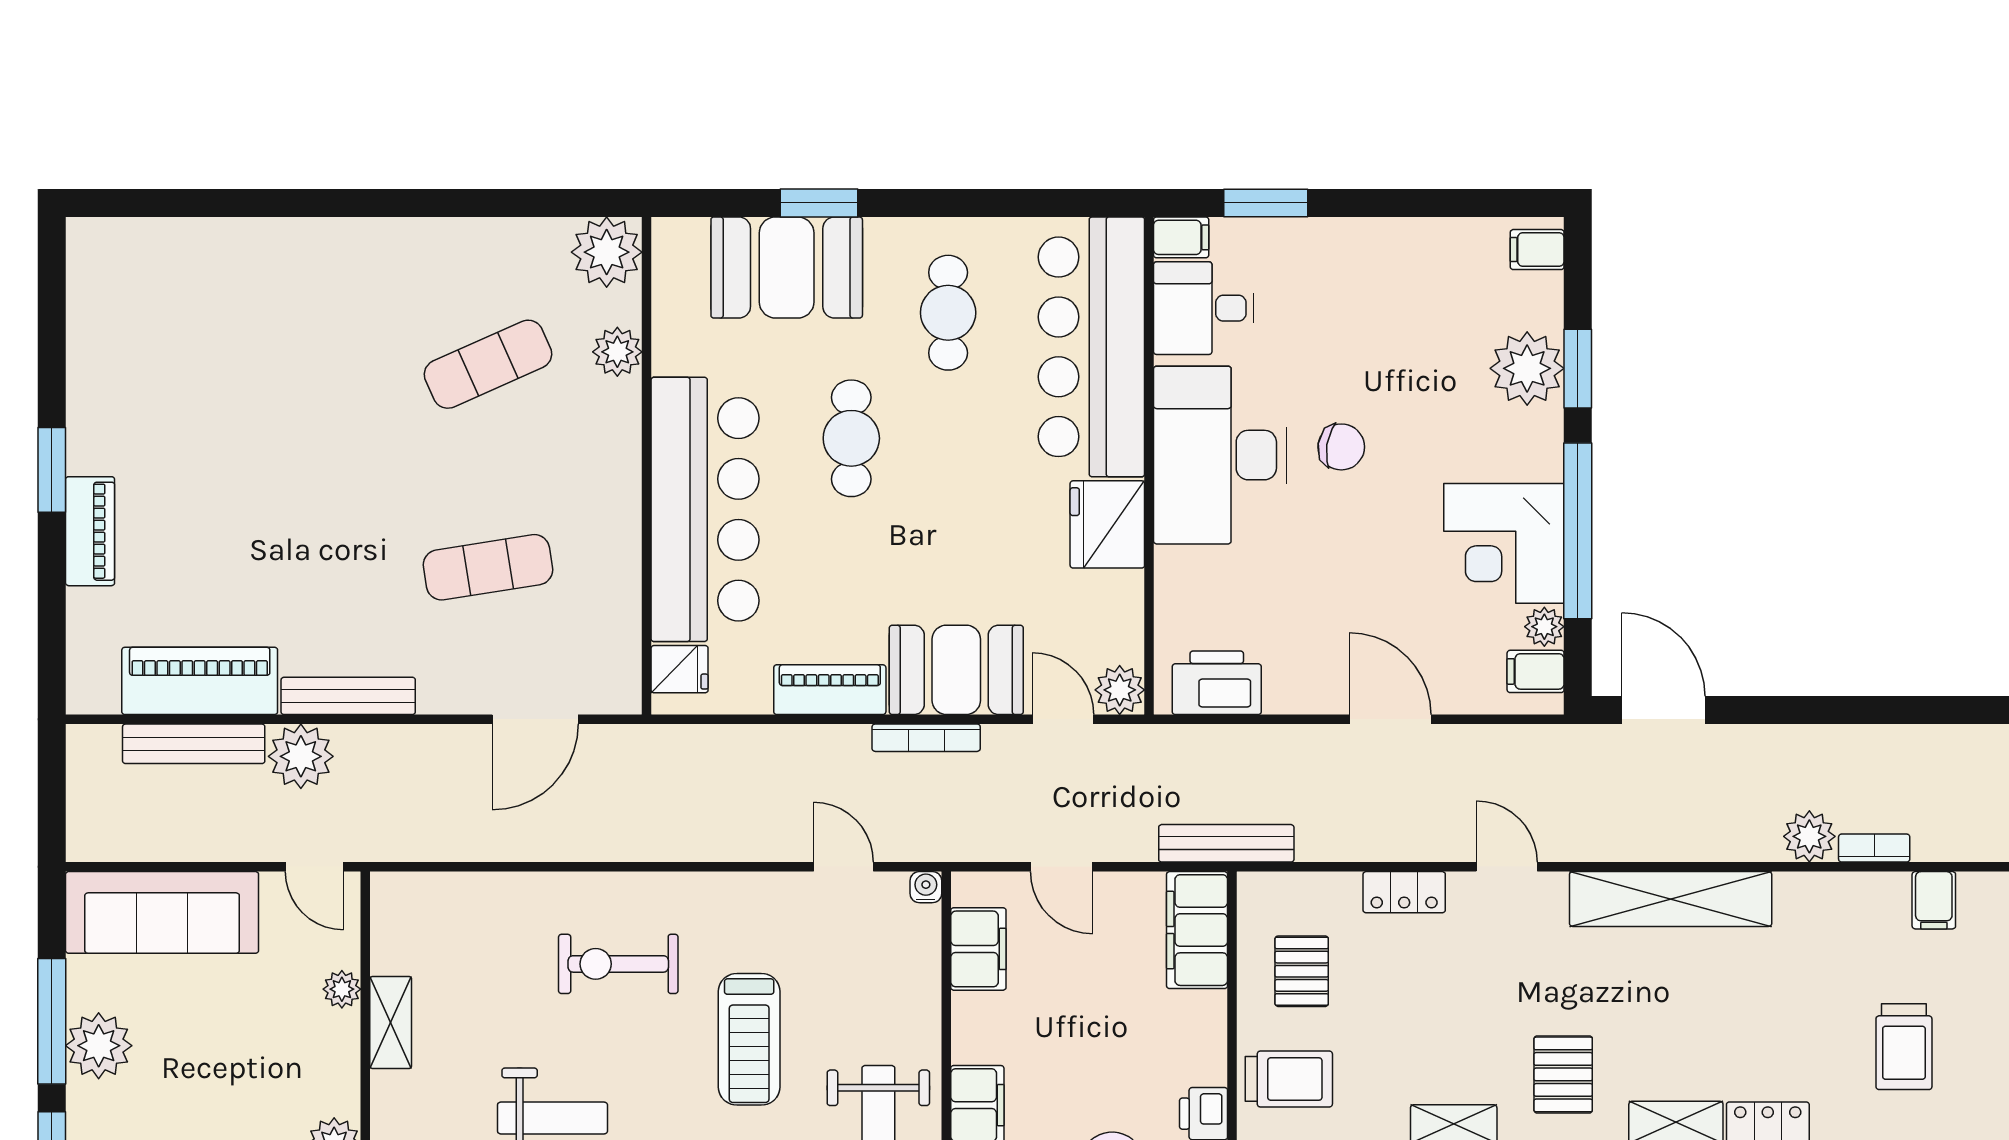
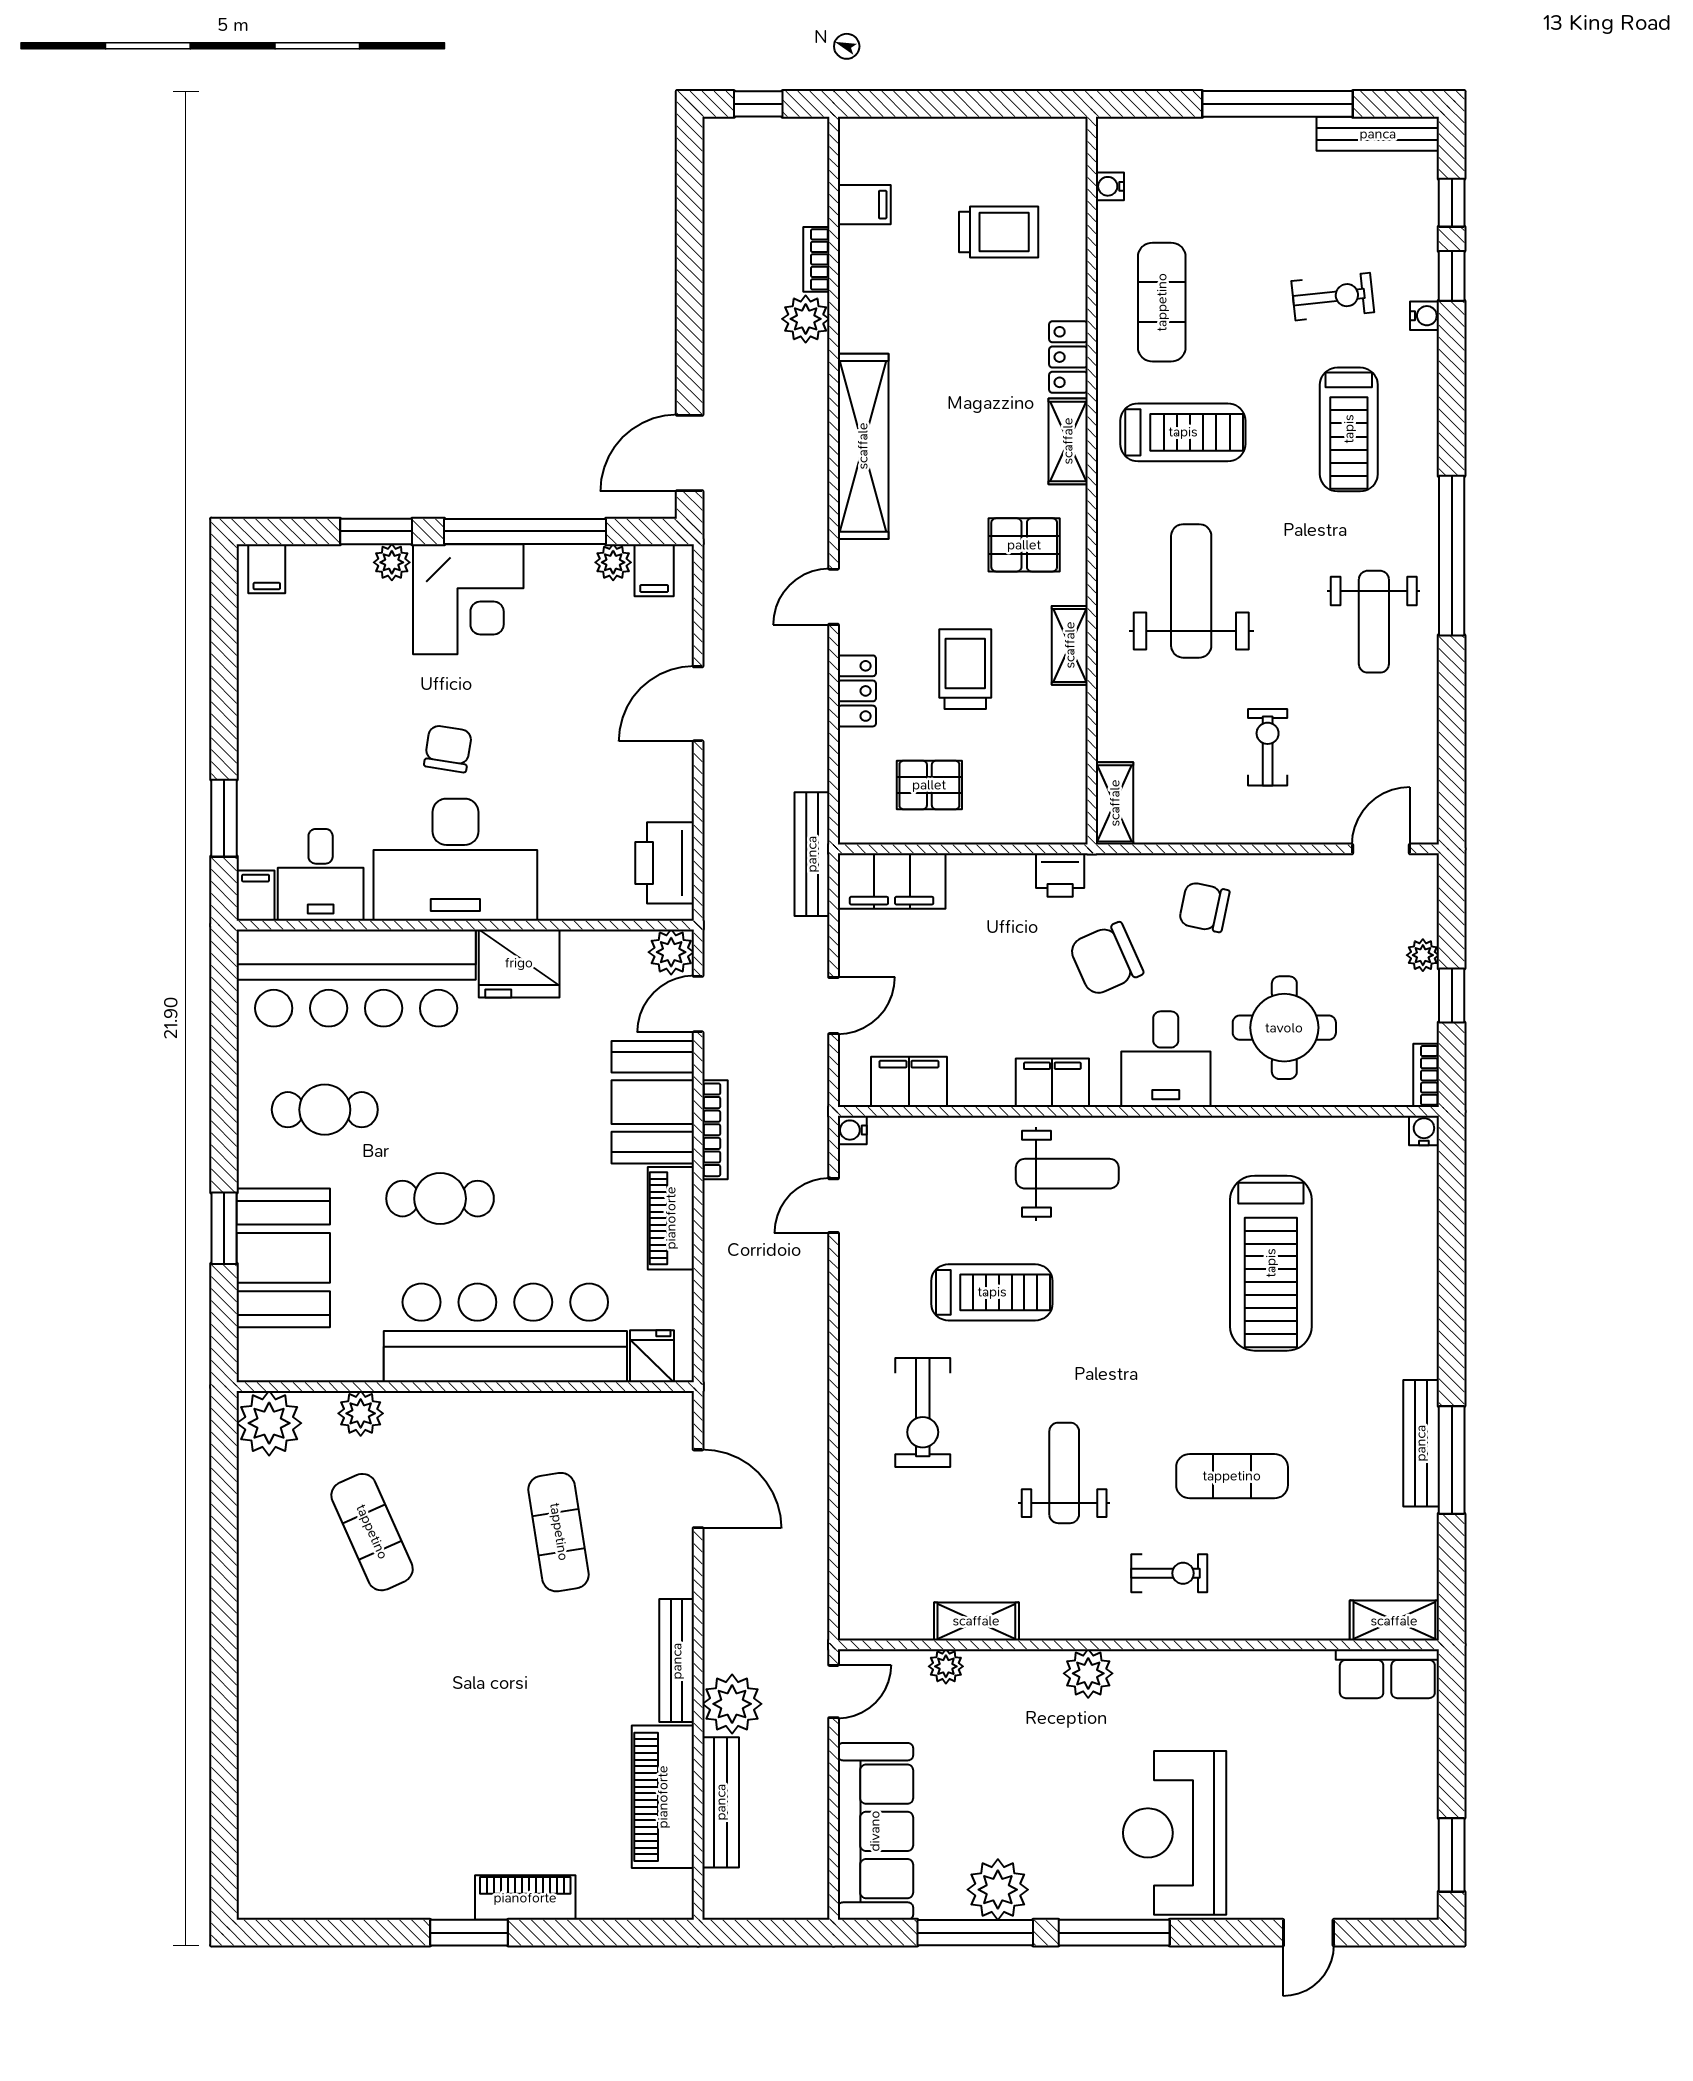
plant: (1527, 368) -> (392, 562), width x0.53, depth x0.53
corner desk: (1504, 543) -> (468, 599), moved
trolley: (1289, 1079) -> (965, 669), moved

